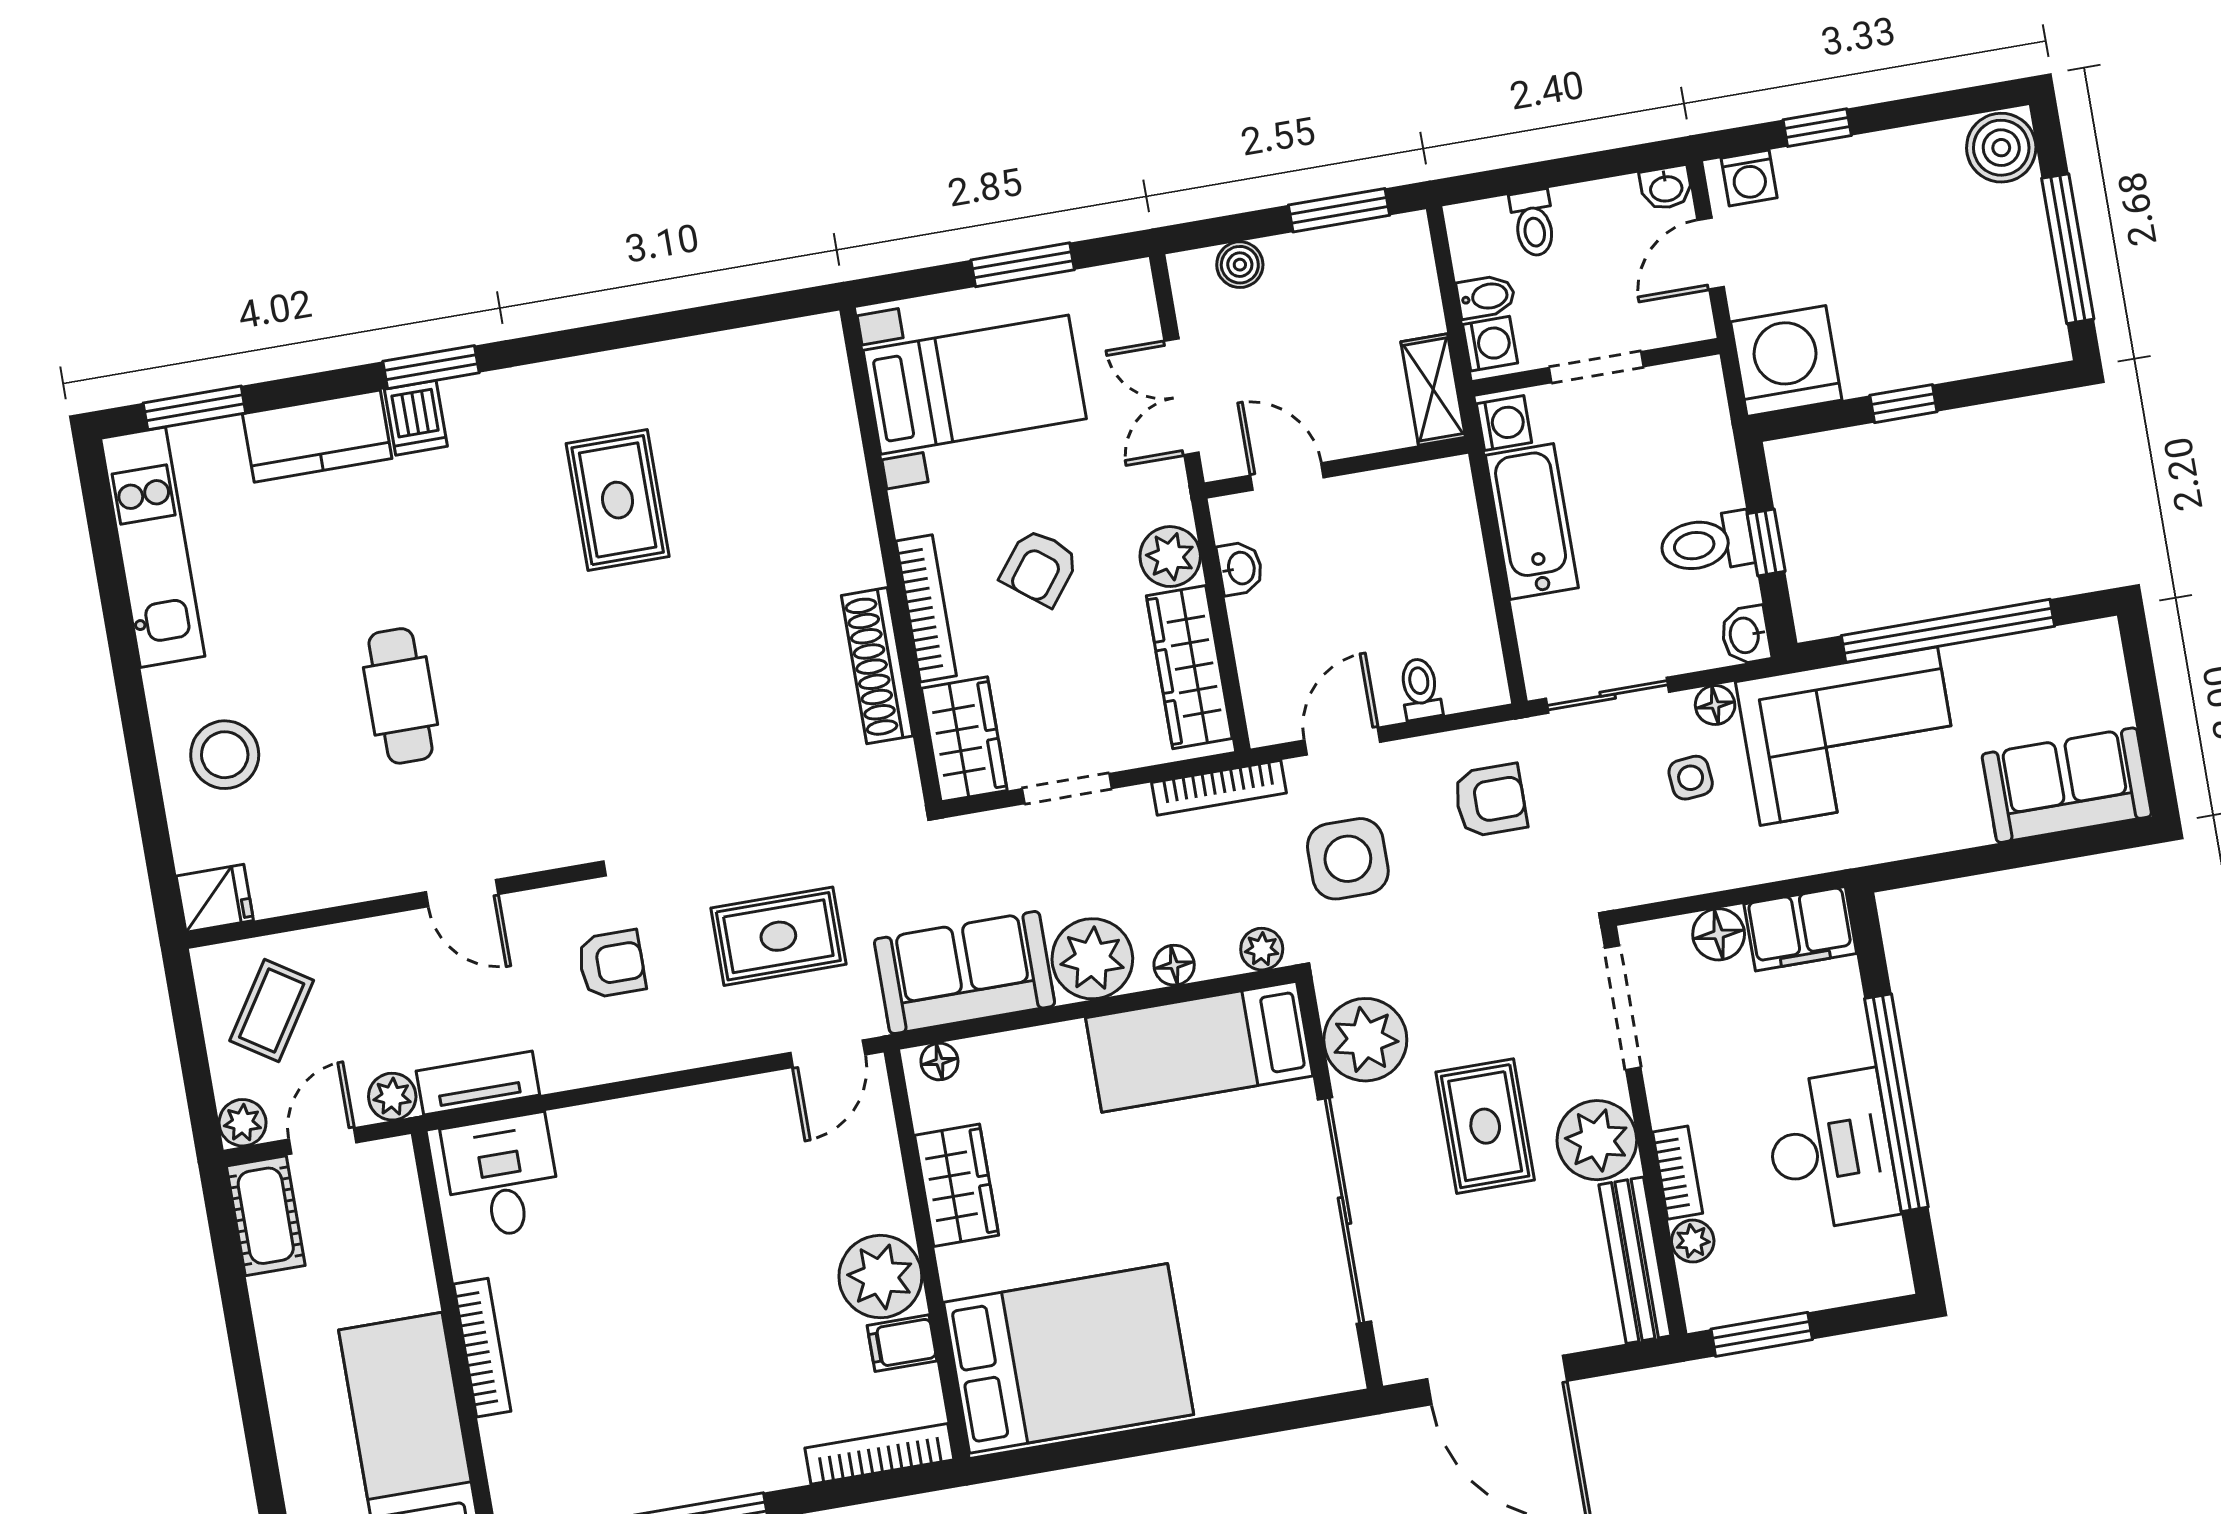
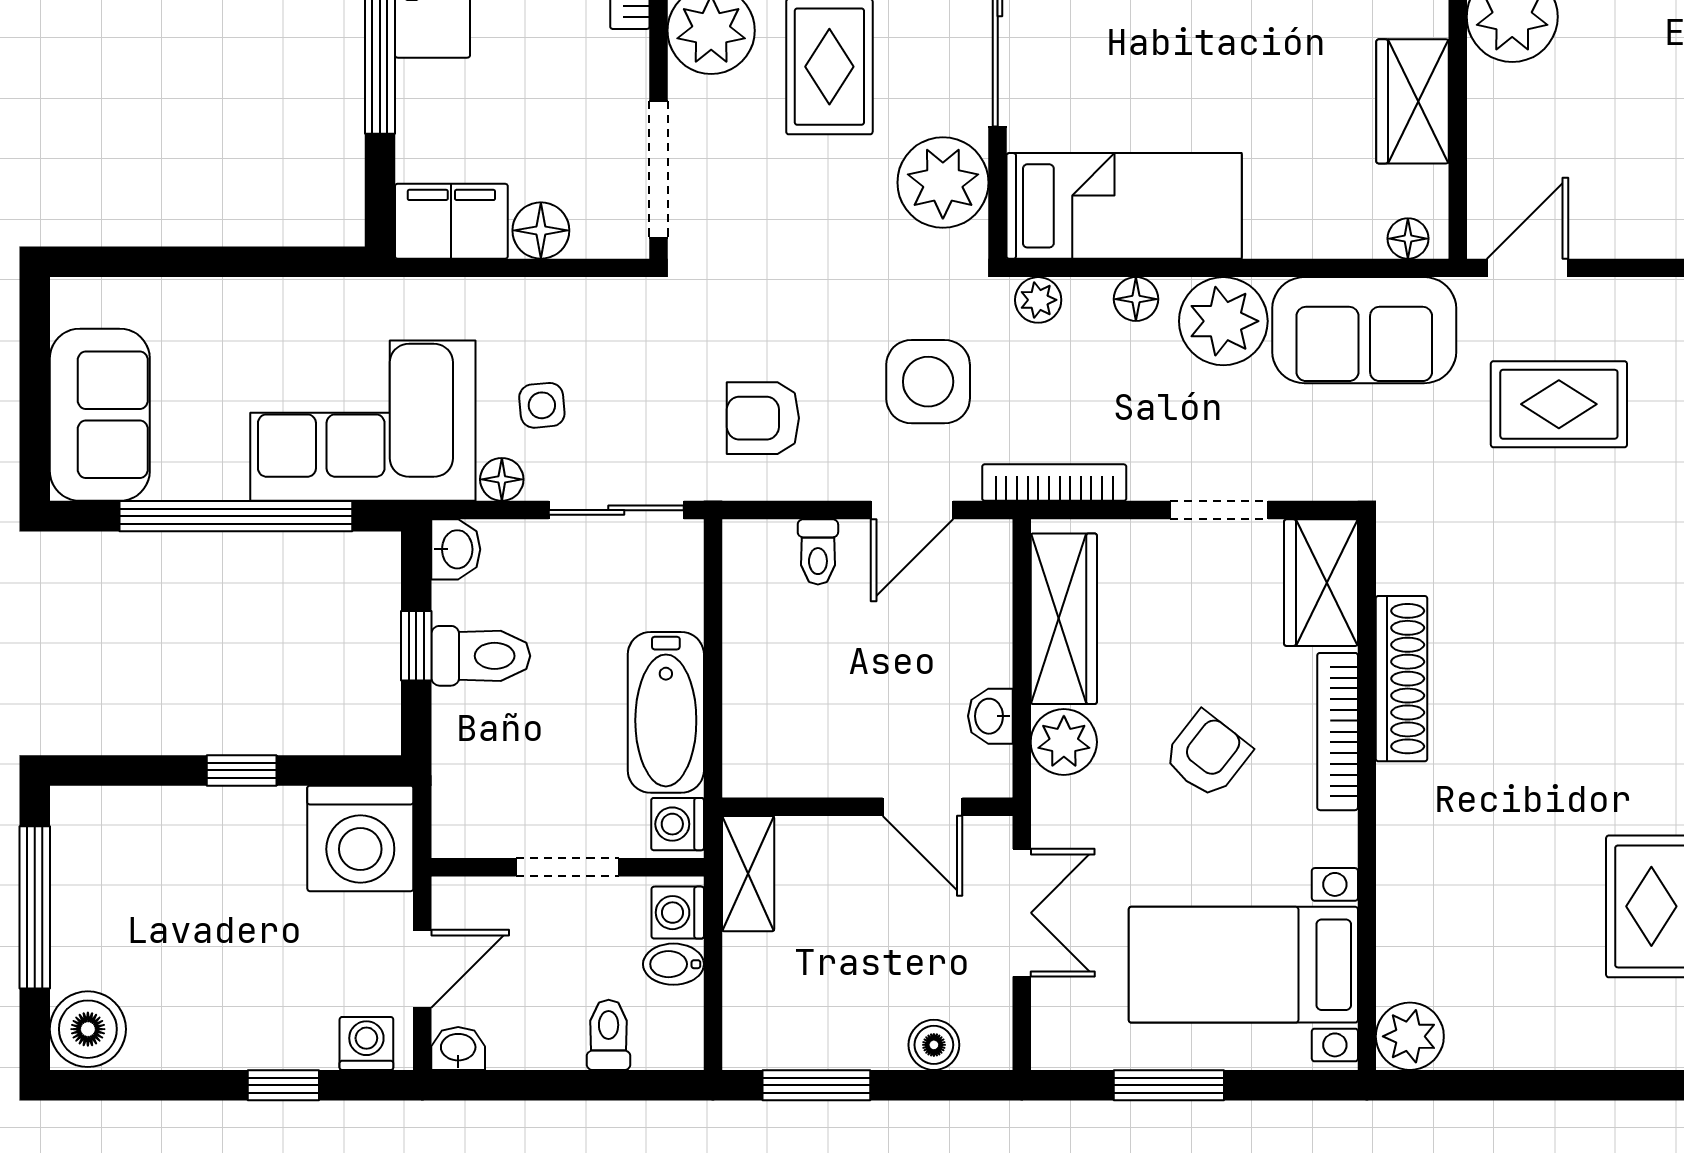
plant: (814, 346) -> (1410, 1036), added
sofa: (2067, 785) -> (100, 415), moved, turned -90

